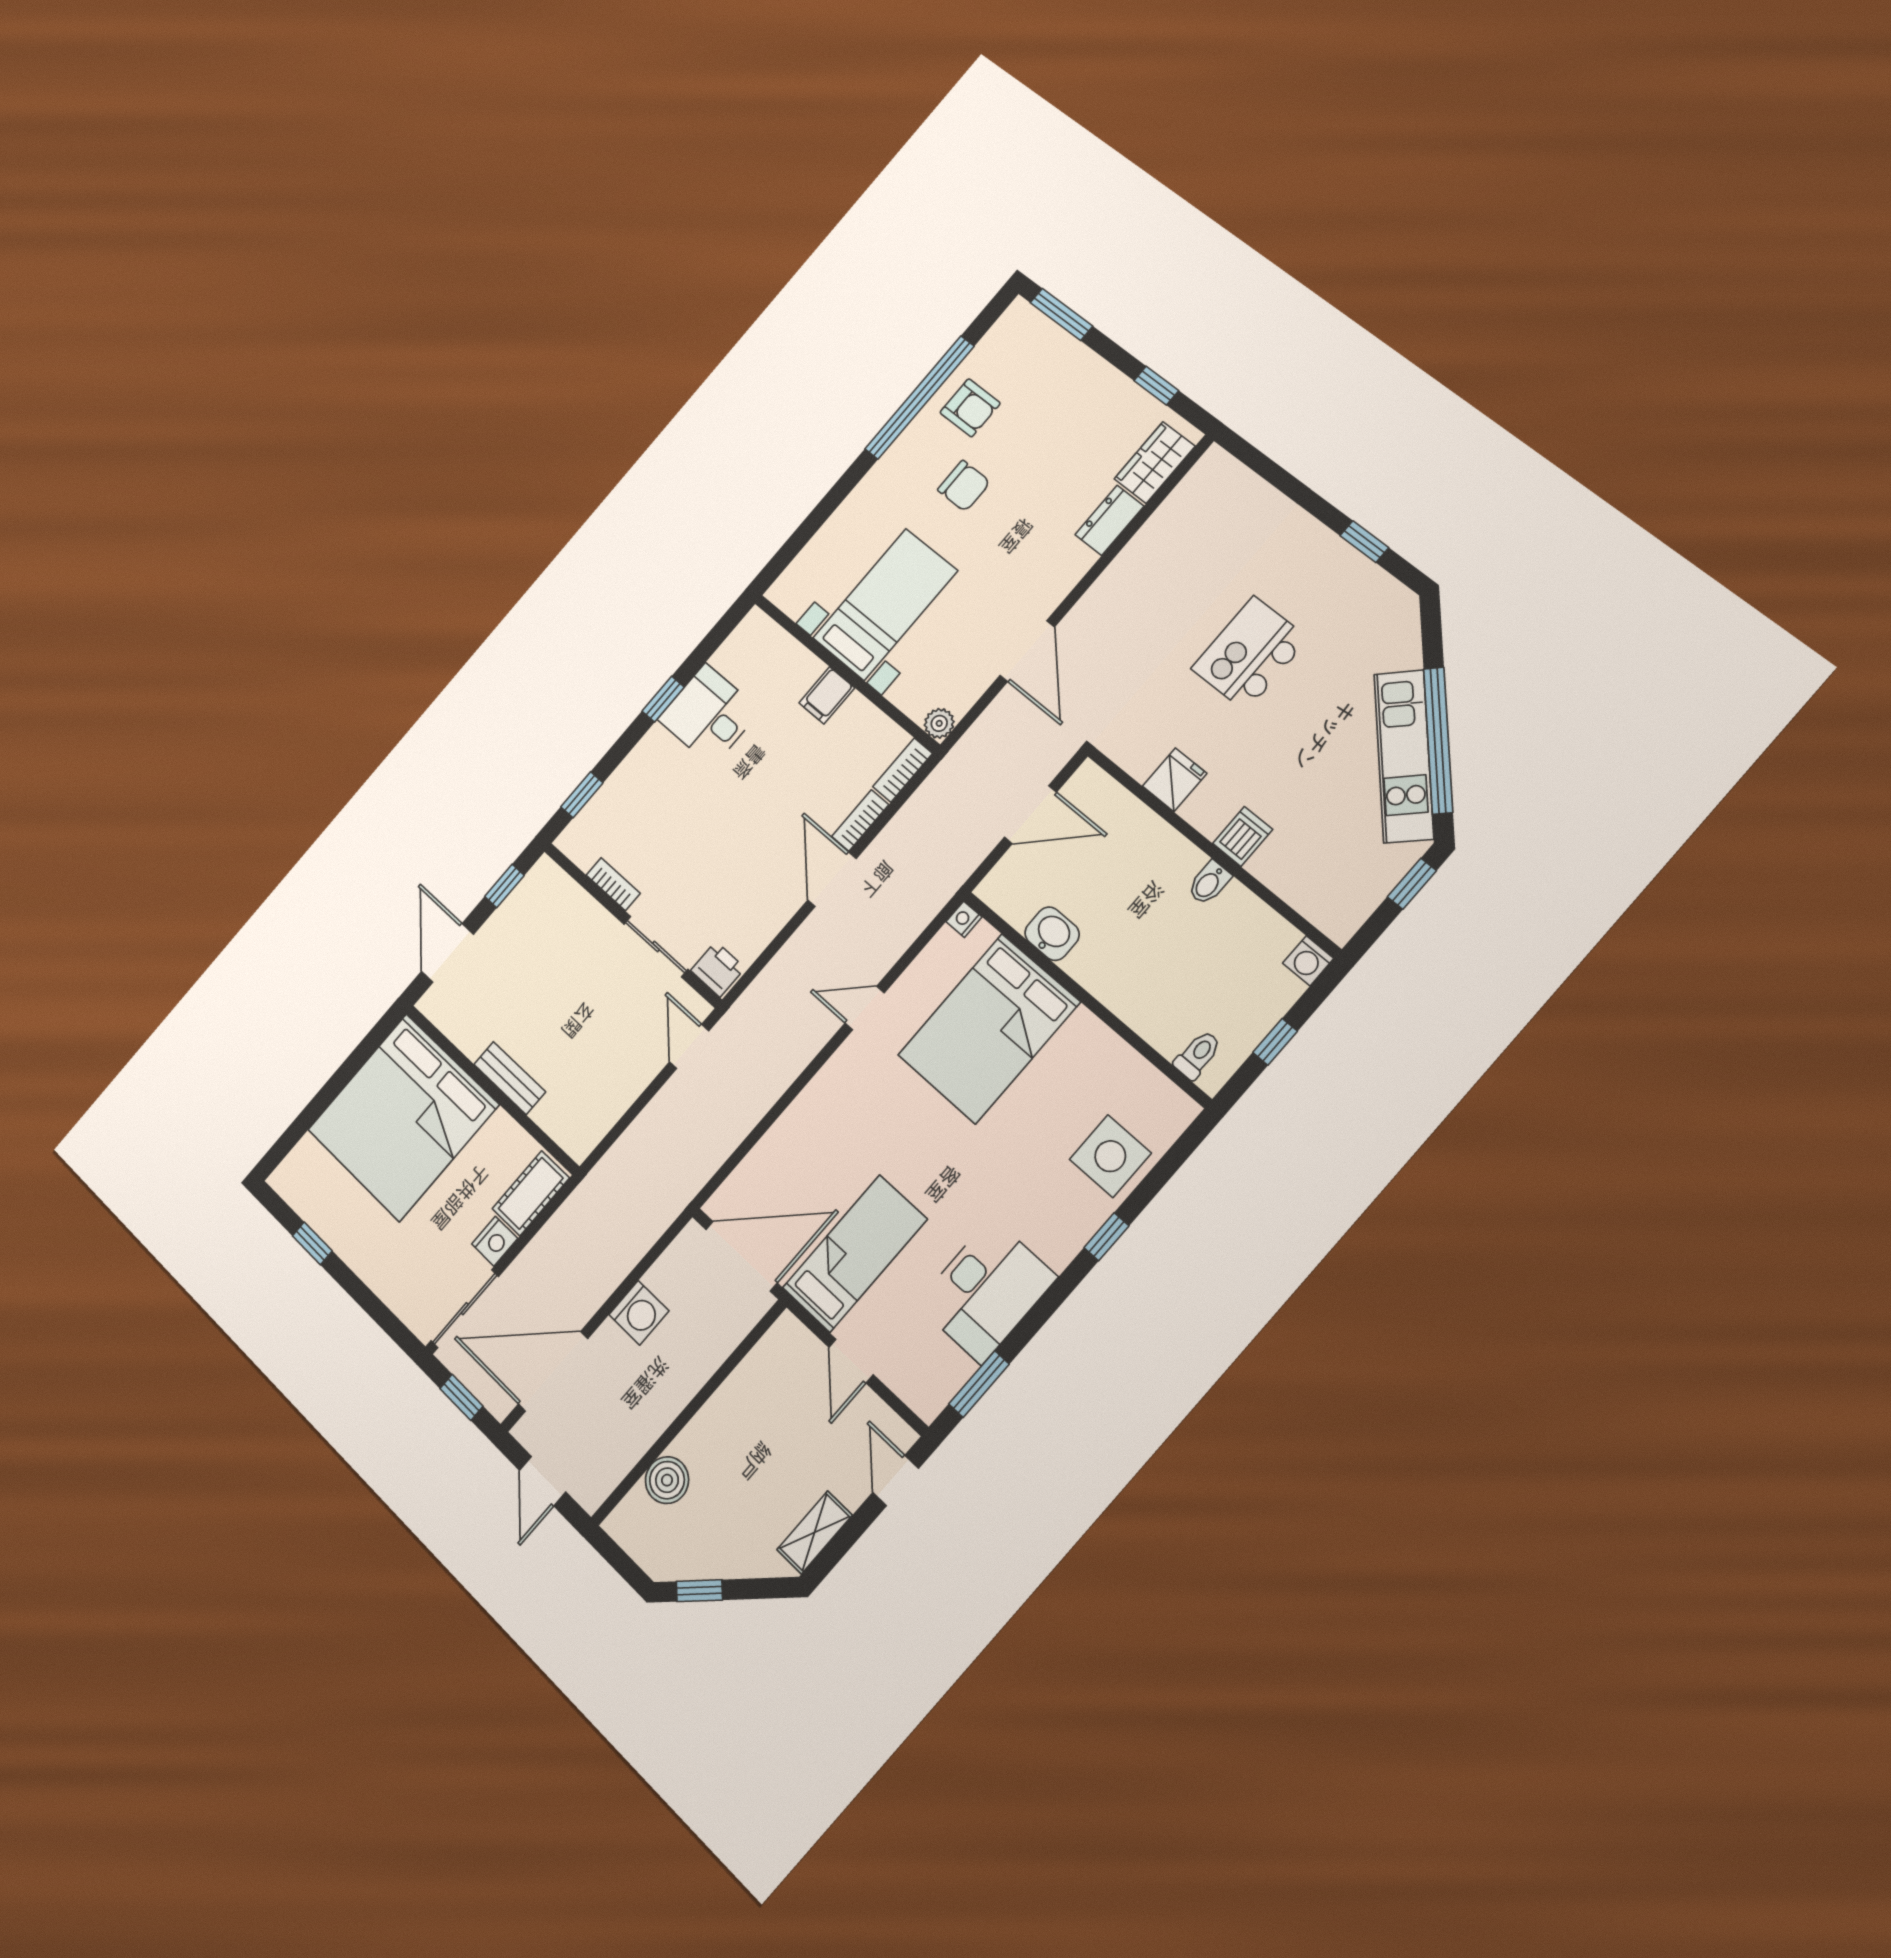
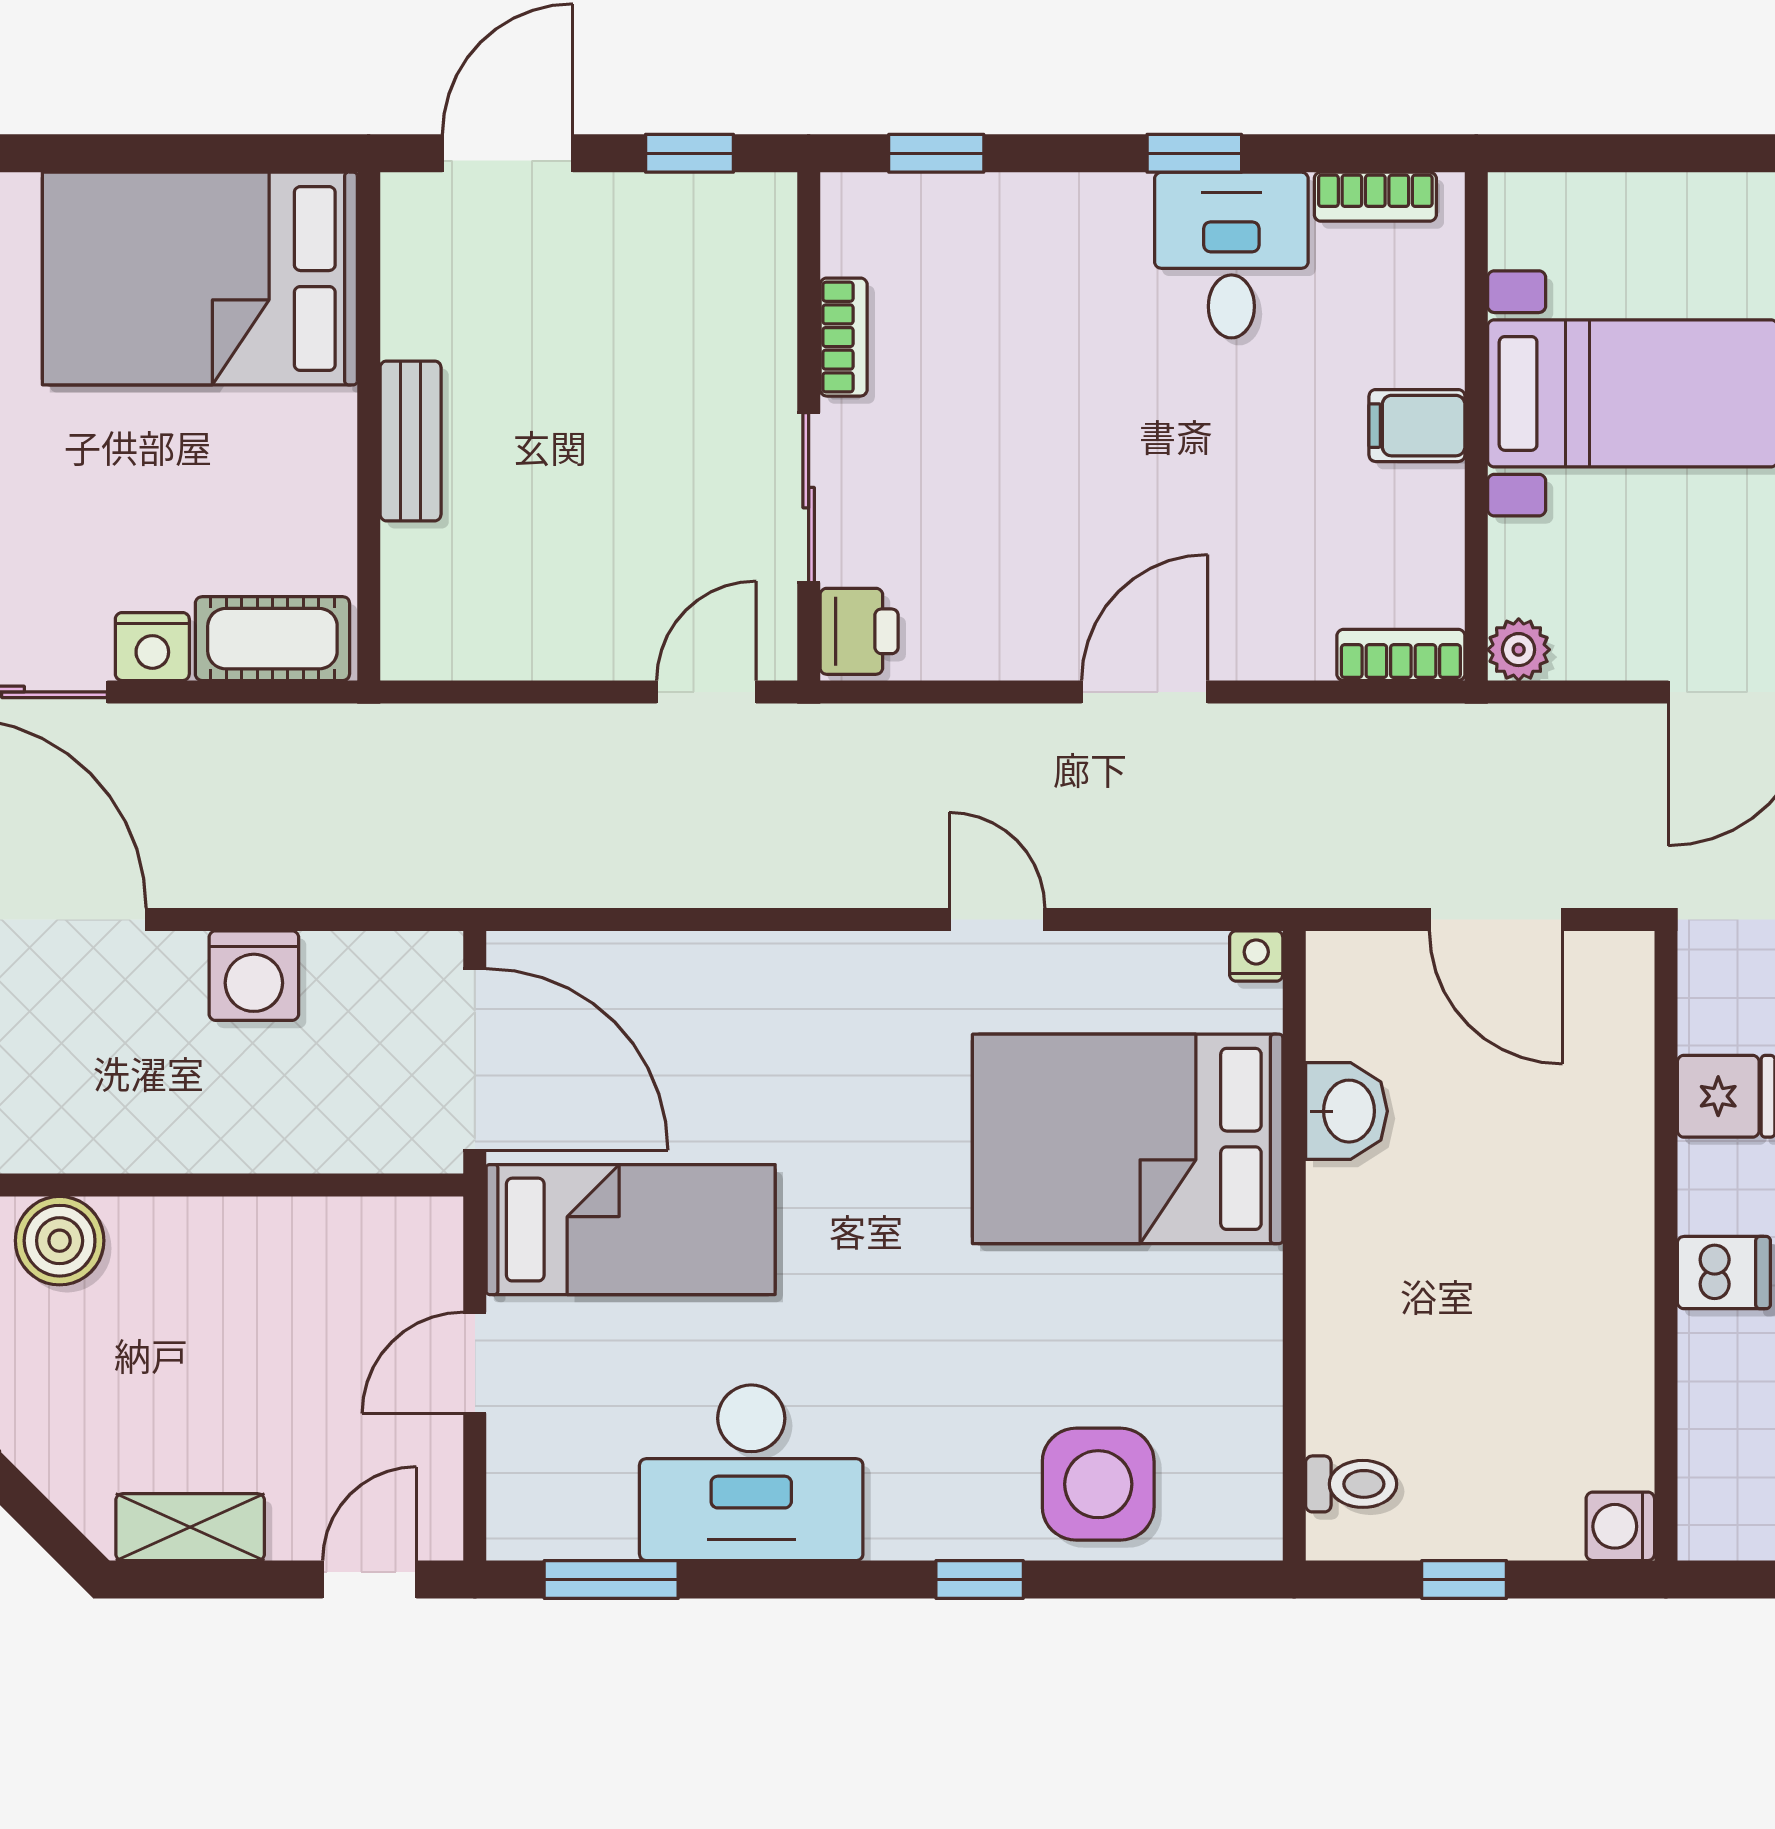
bookcase: (860, 821) -> (1375, 197), moved, turned 180
bidet: (1209, 883) -> (1615, 1282), removed
bed: (403, 1117) -> (200, 279), width x0.73

